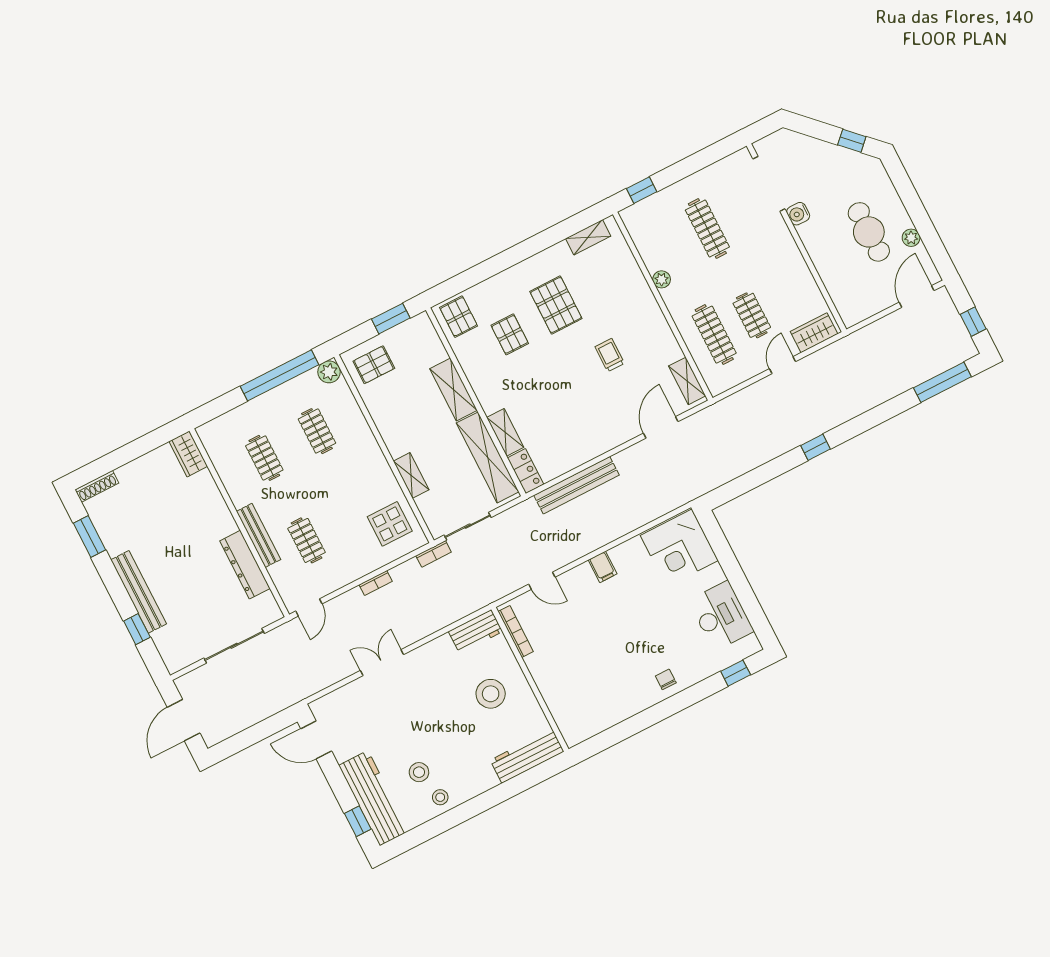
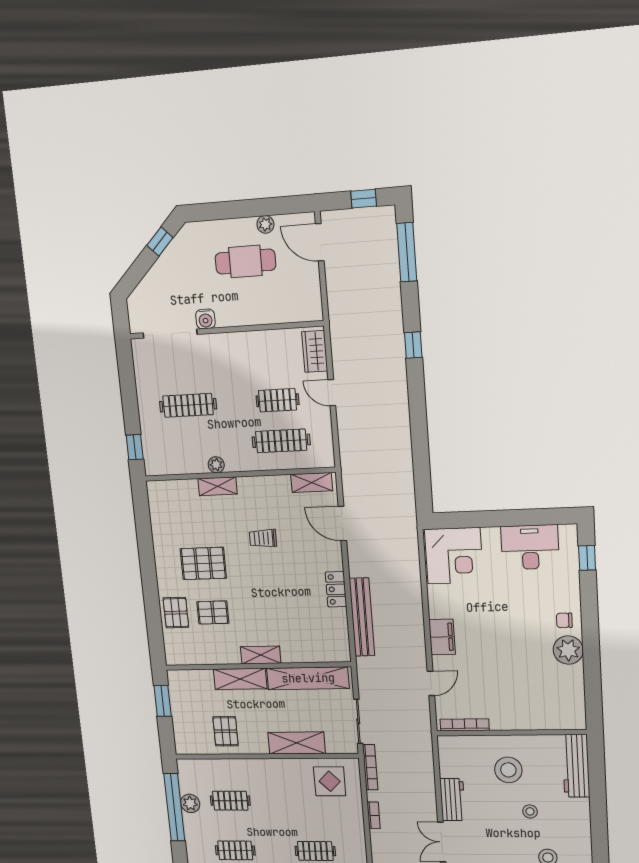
shelving: (588, 237) -> (218, 486), moved, turned 90
pallet: (459, 317) -> (176, 613), moved, turned 90
pallet: (374, 365) -> (226, 731), moved
plant: (329, 372) -> (190, 803), moved
shelving: (505, 432) -> (261, 655), moved
window: (815, 447) -> (413, 345), moved
locker: (525, 471) -> (336, 589), moved, turned -90
shelving: (411, 475) -> (297, 743), width x1.50, depth x1.33
bookcase: (434, 554) -> (370, 767), width x1.56
filing cabinet: (603, 567) -> (442, 637), width x2.00
workbench: (475, 632) -> (453, 800), moved
plant: (639, 696) -> (568, 650), added
stool: (440, 797) -> (530, 811), moved

